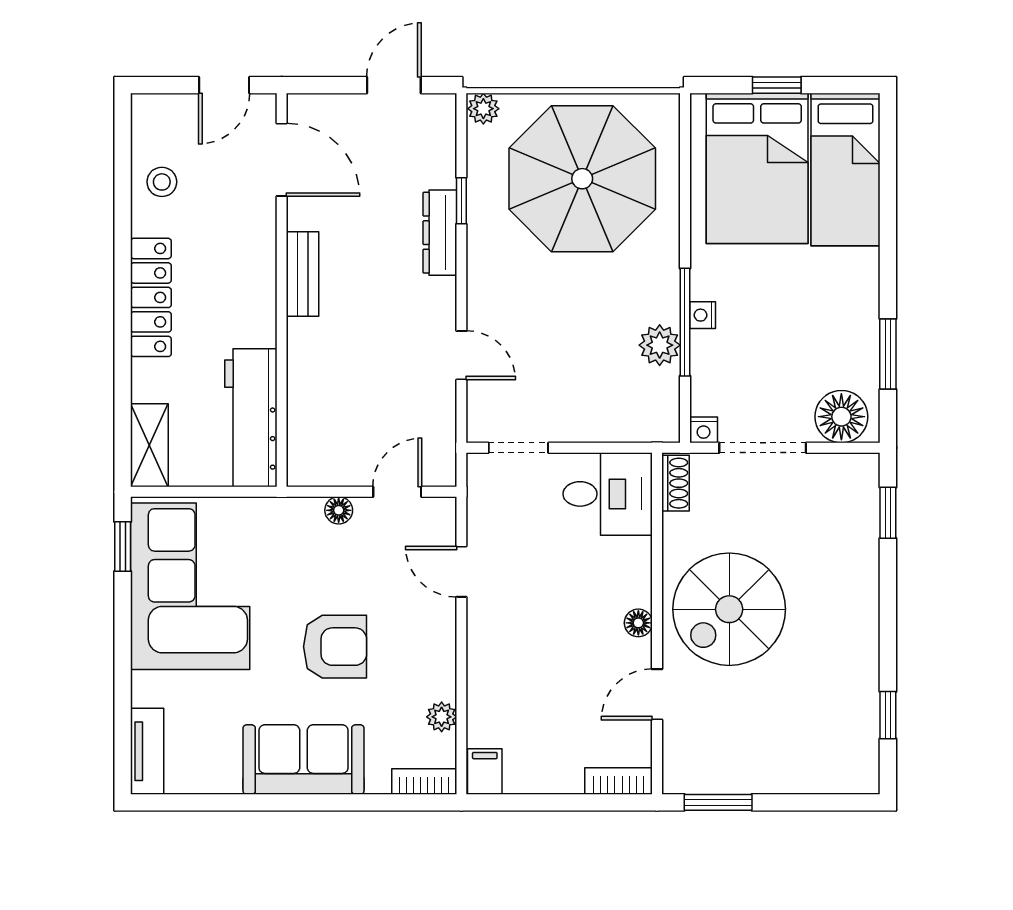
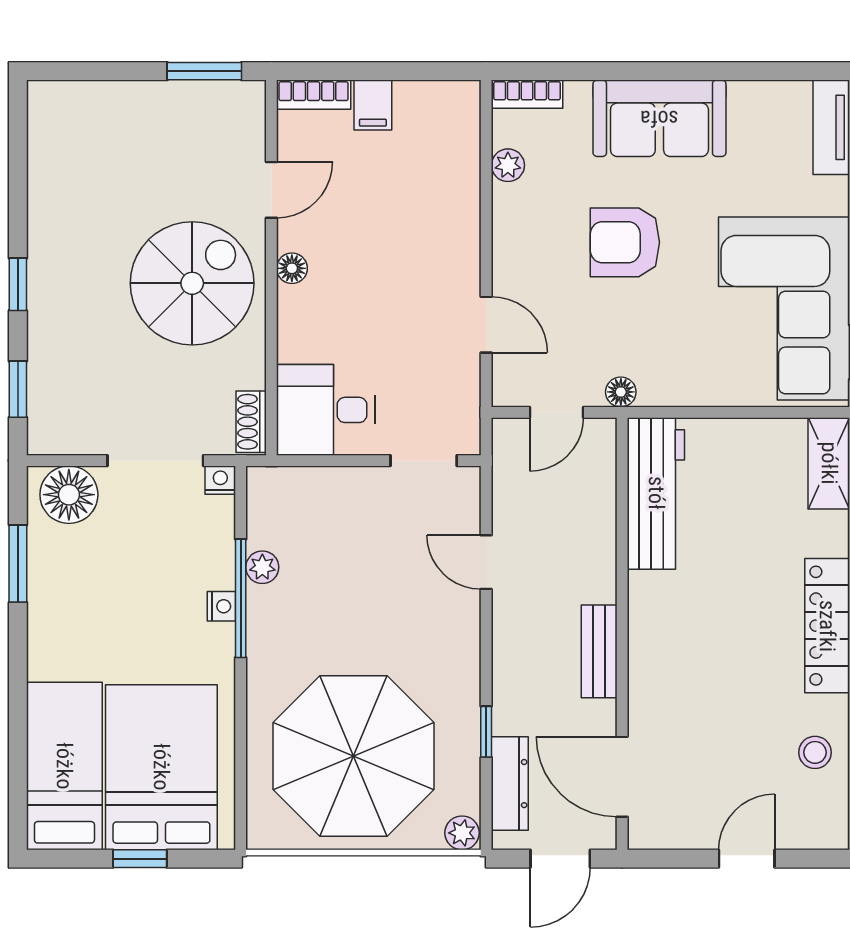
door: (282, 160) -> (622, 777), moved
dresser: (440, 233) -> (510, 784), moved
bench: (303, 274) -> (599, 651), moved
wall: (282, 290) -> (622, 634), moved
plant: (660, 345) -> (262, 567), width x0.73, depth x0.73
workbench: (251, 418) -> (656, 493), moved
window: (888, 715) -> (18, 284), moved
filing cabinet: (485, 772) -> (373, 105), moved

